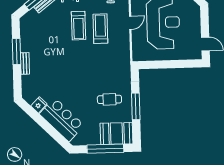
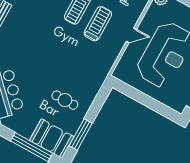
window: (136, 106) -> (81, 135), moved

